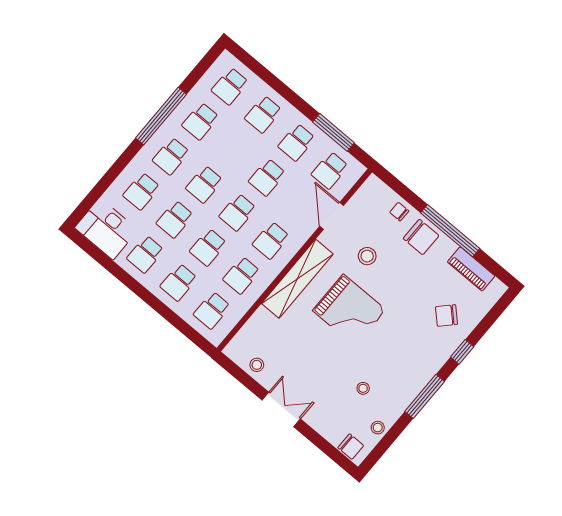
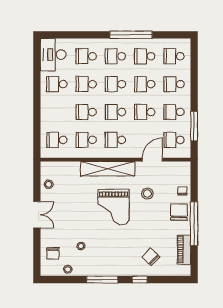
chair: (421, 237) -> (179, 212), turned 180
school desk: (179, 282) -> (145, 84), moved
chair: (351, 447) -> (53, 253), moved

